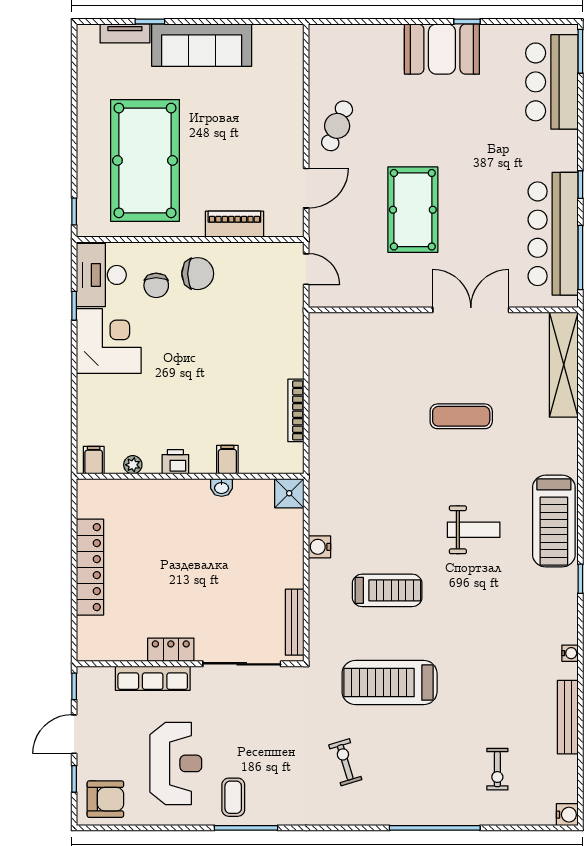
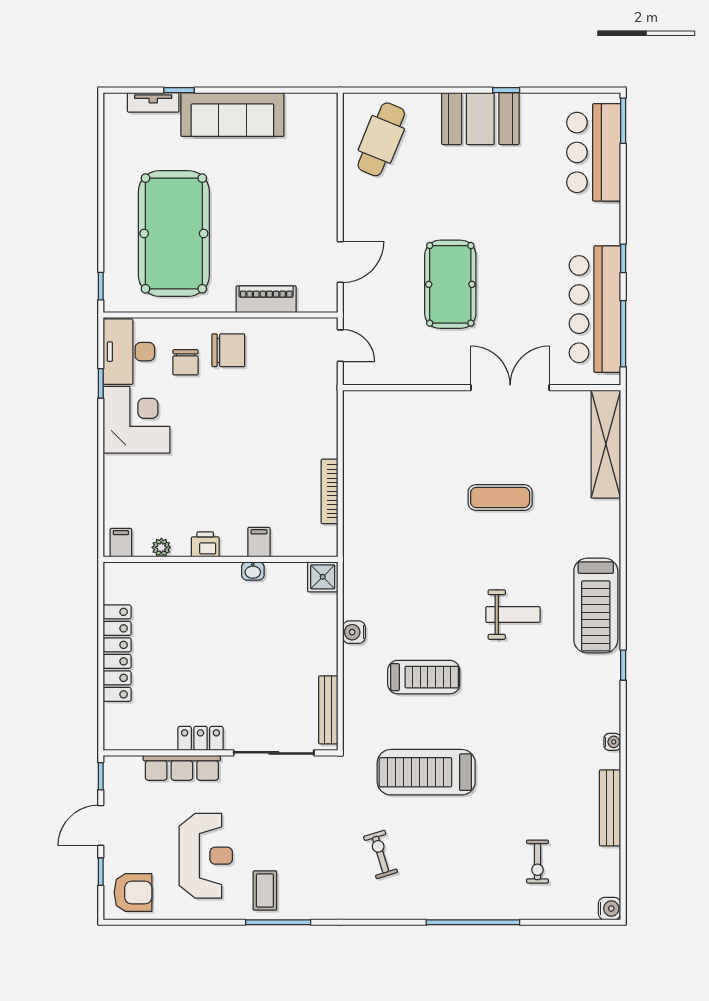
cafe table: (337, 126) -> (381, 139), moved, width x1.37, depth x1.35

